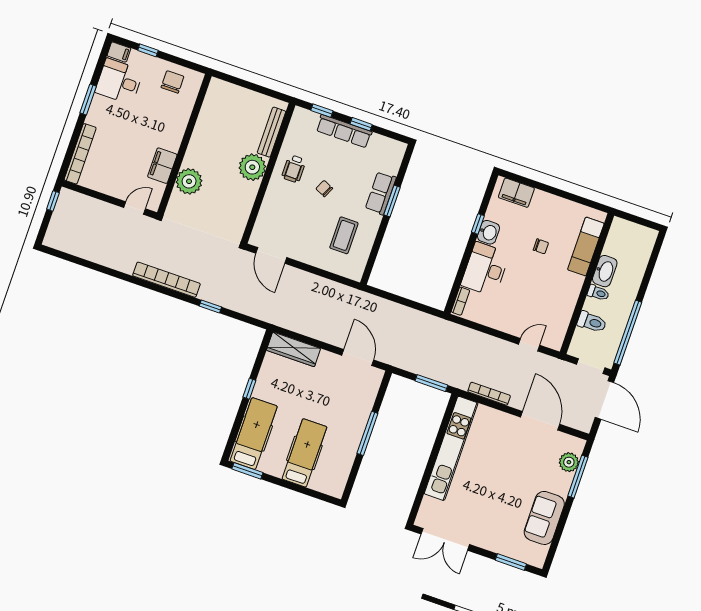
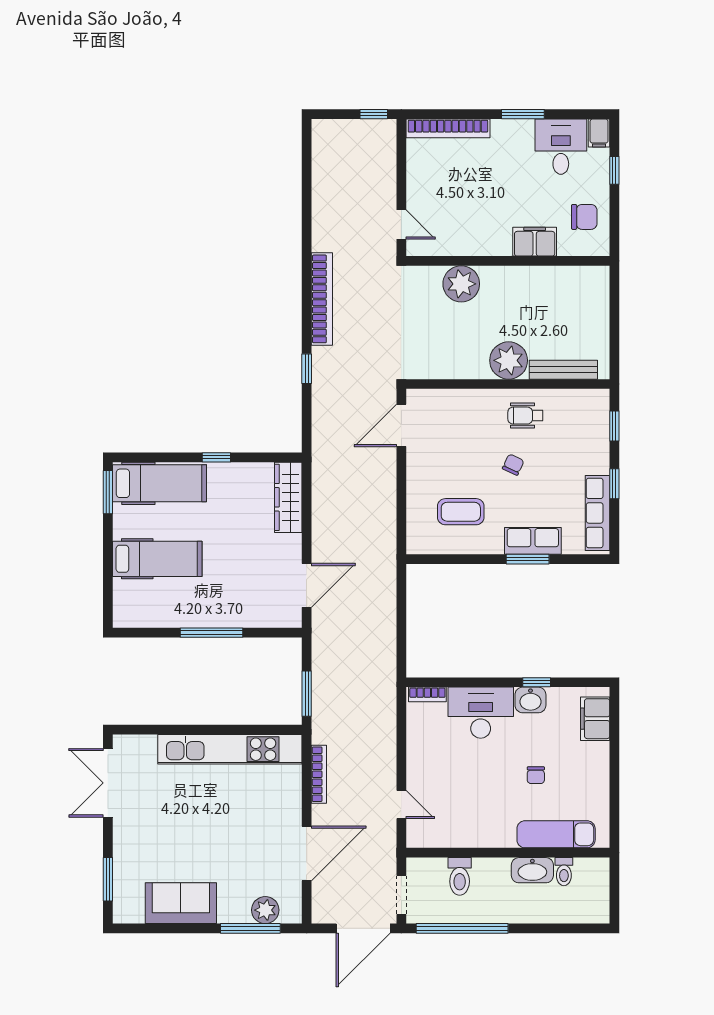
row of seats: (344, 131) -> (598, 513), moved
filing cabinet: (162, 166) -> (535, 242), moved
toilet: (598, 293) -> (564, 872), moved

